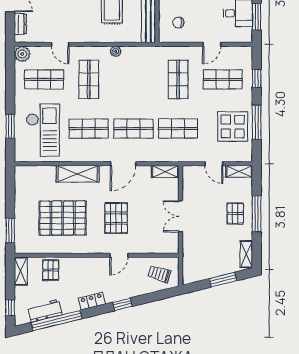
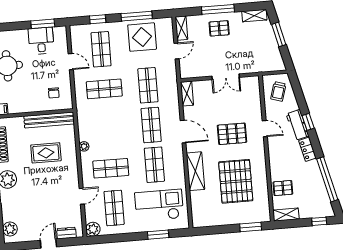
workbench: (45, 311) -> (297, 125), moved

